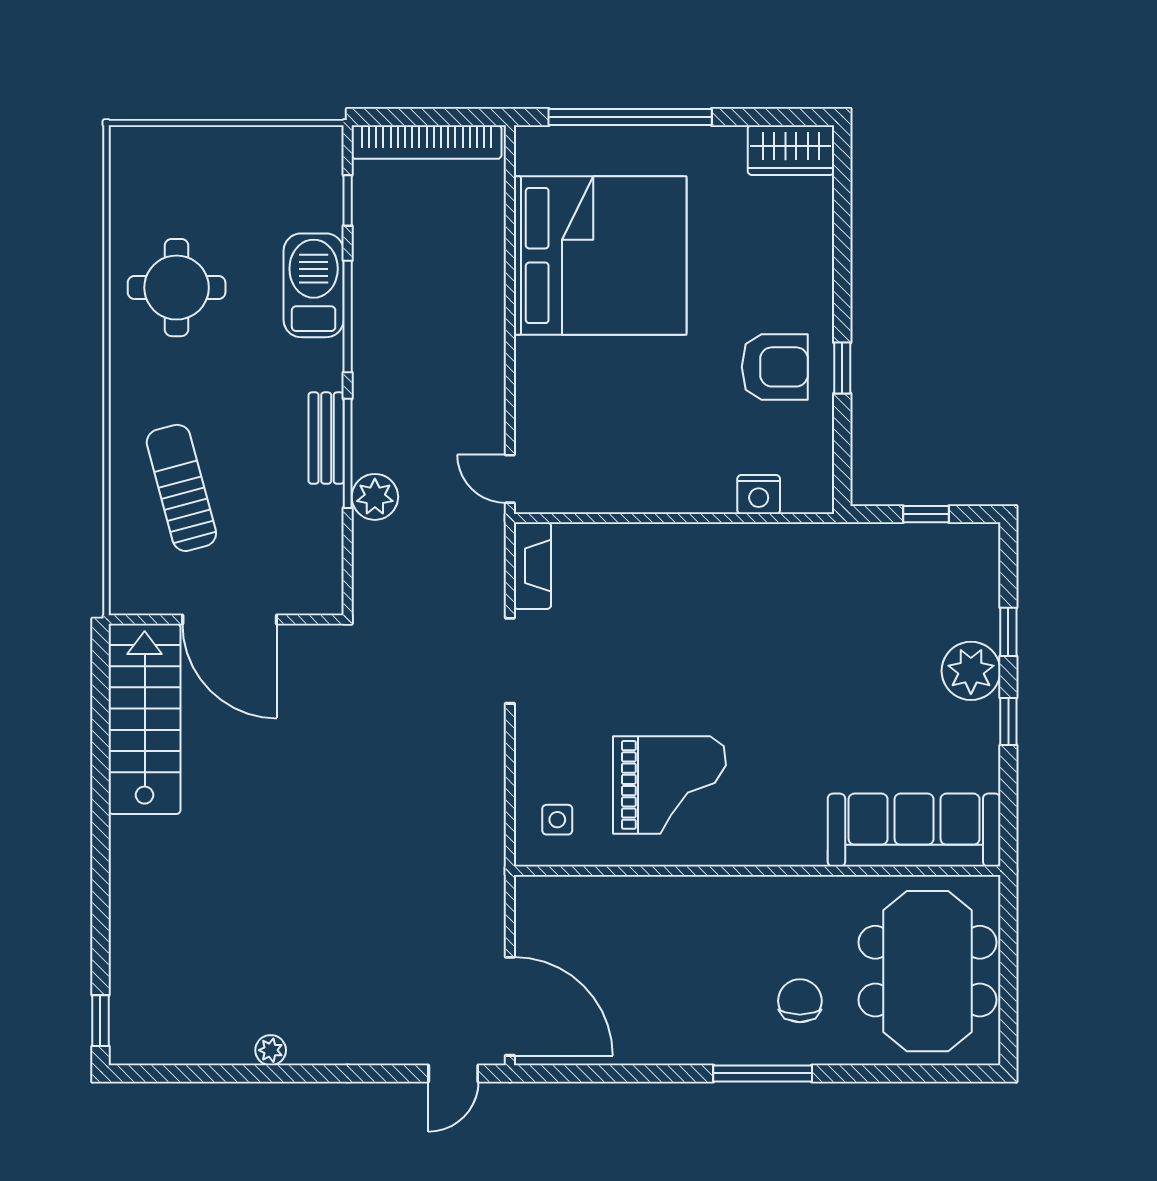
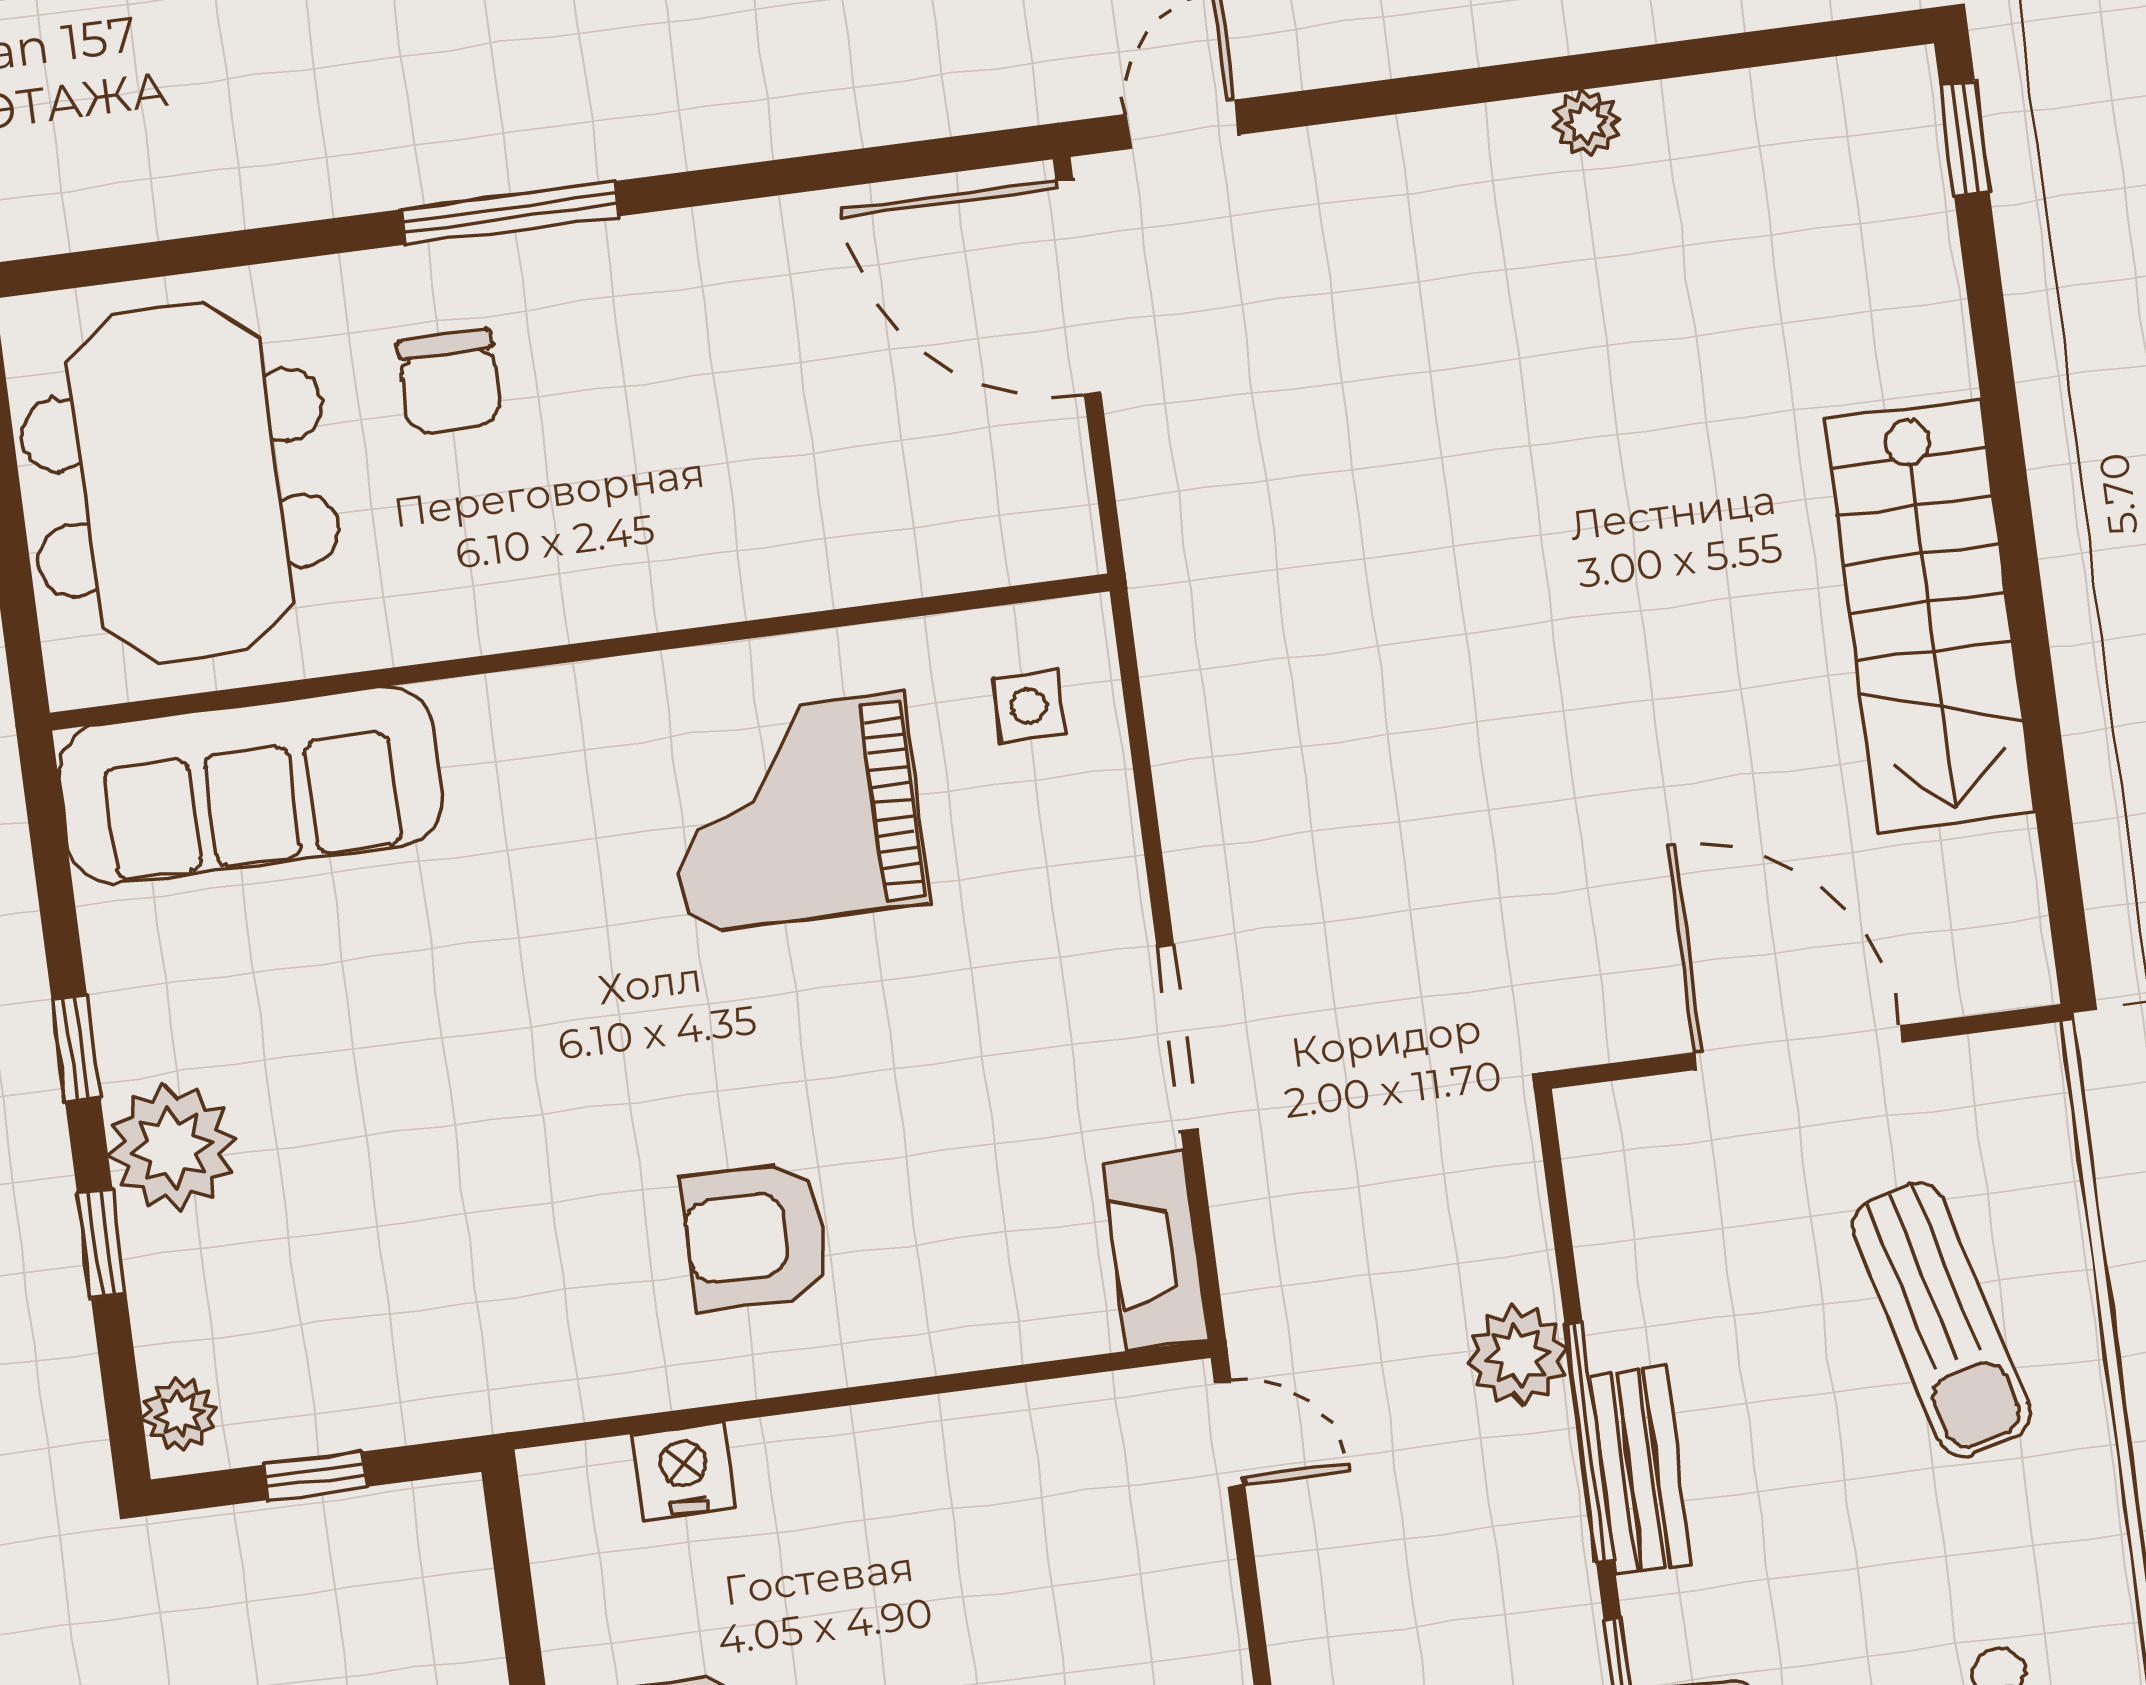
plant: (983, 550) -> (180, 1414), added
armchair: (712, 596) -> (756, 1236), added
stairs: (145, 719) -> (1930, 616), moved

